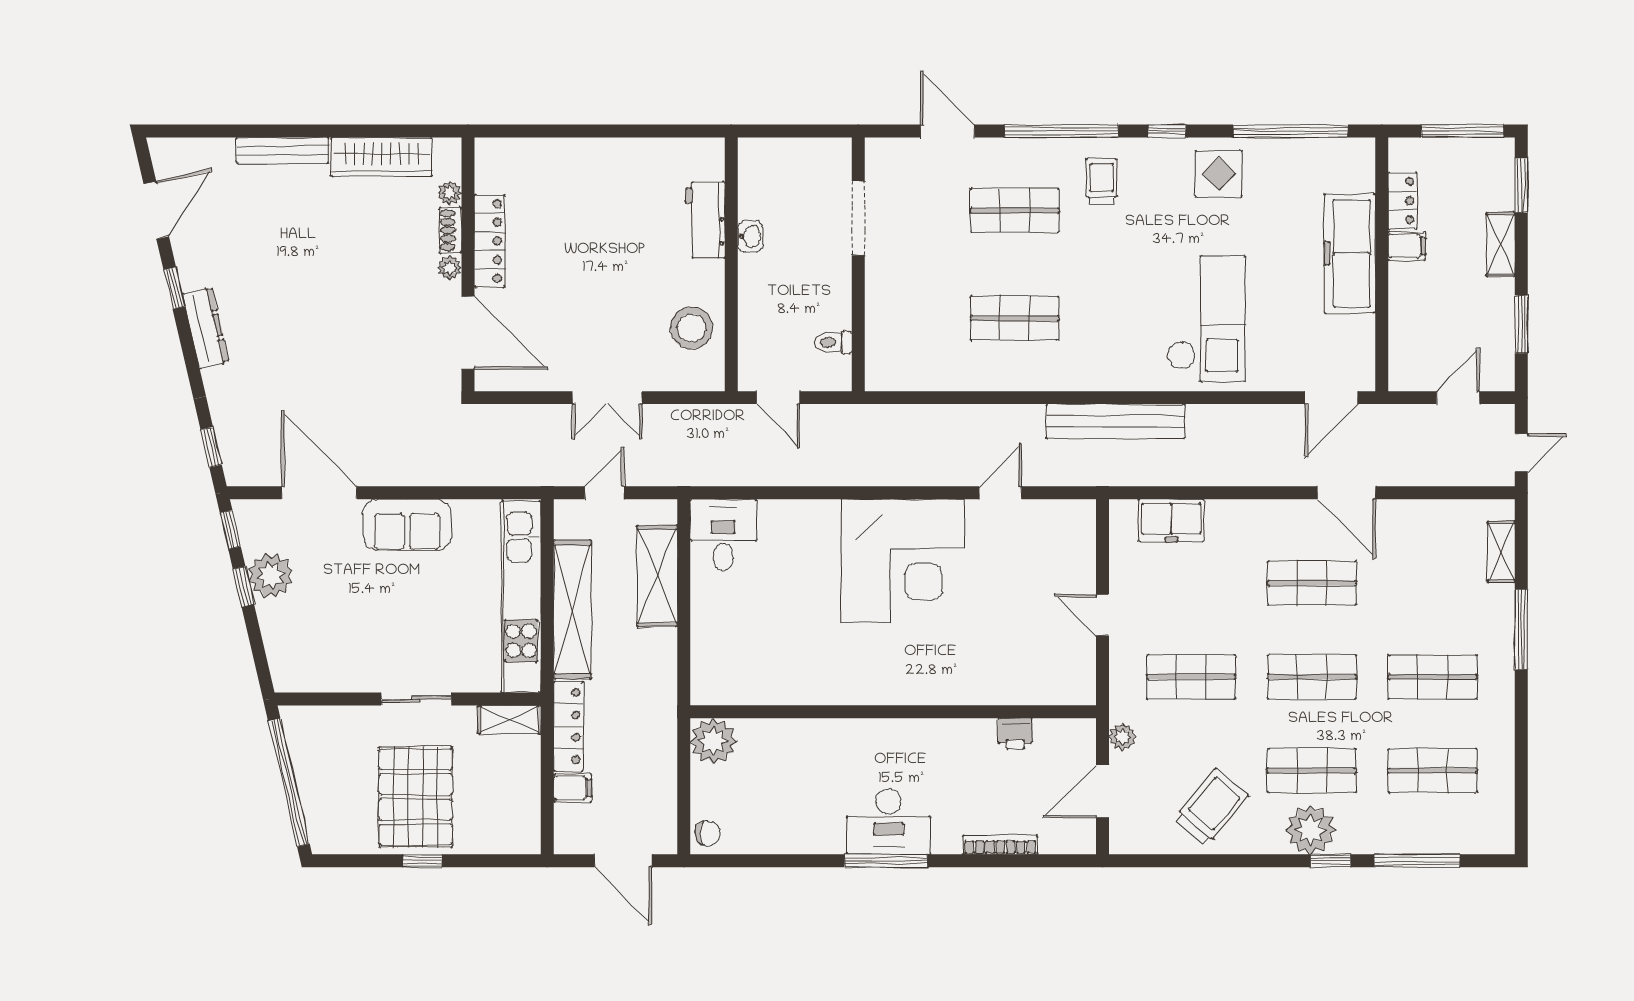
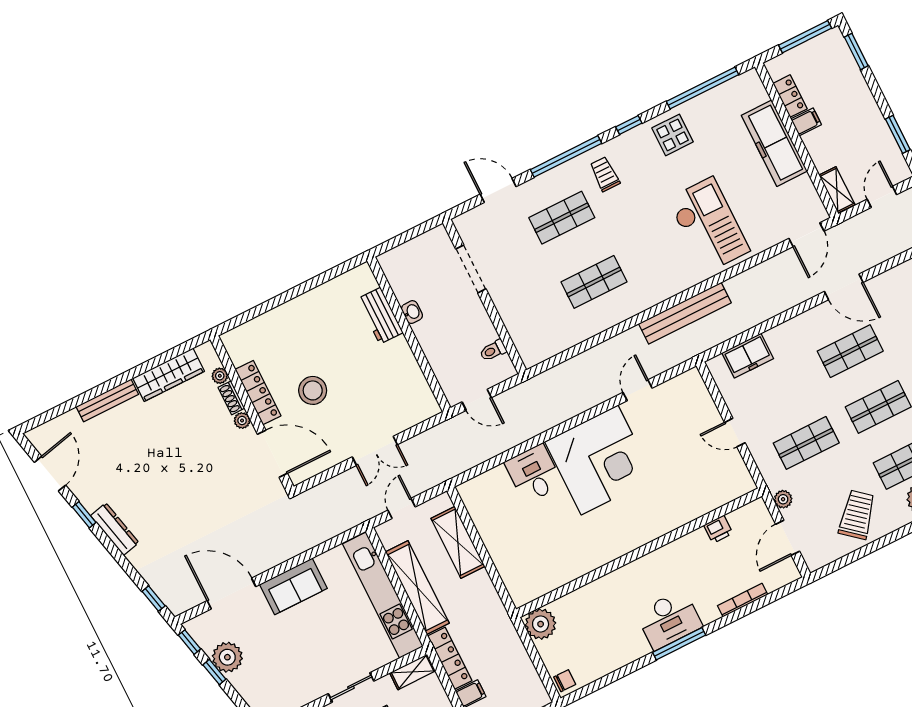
shelving: (1501, 244) -> (837, 190), moved
stool: (691, 328) -> (313, 390), moved
desk: (723, 535) -> (534, 474), moved

